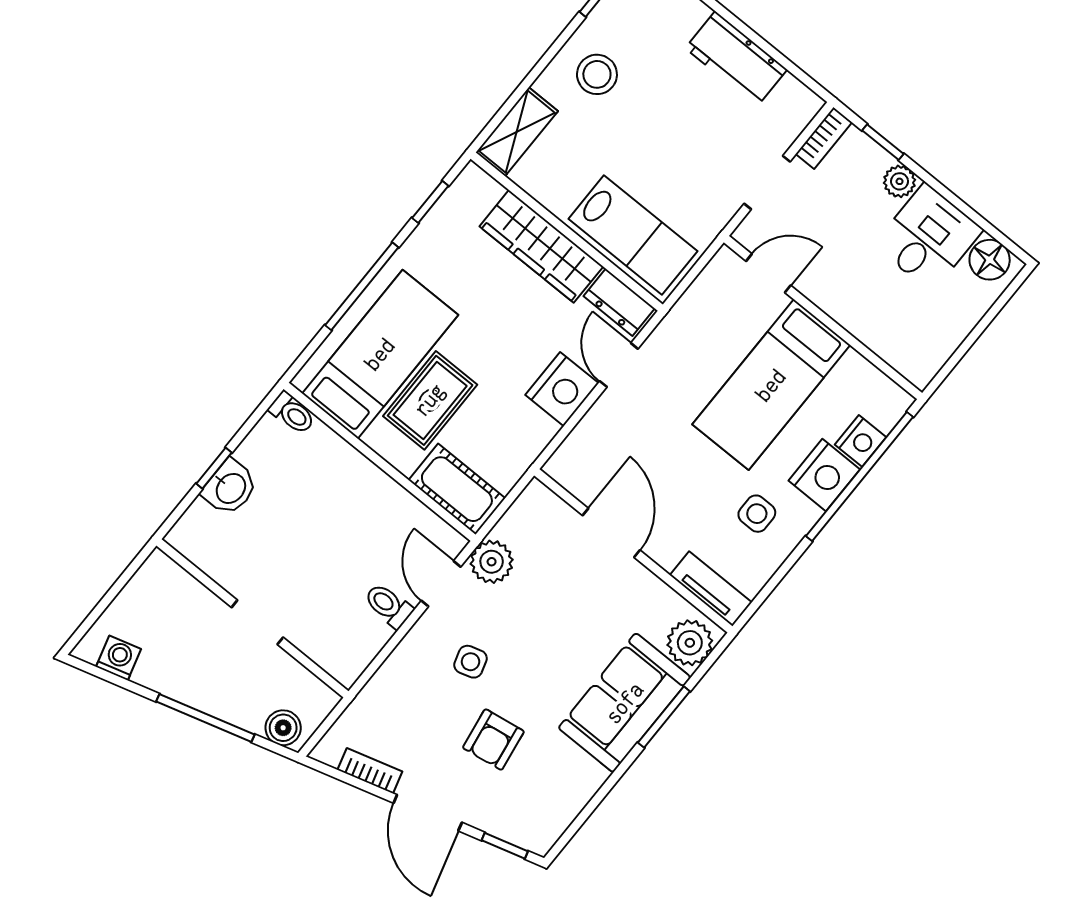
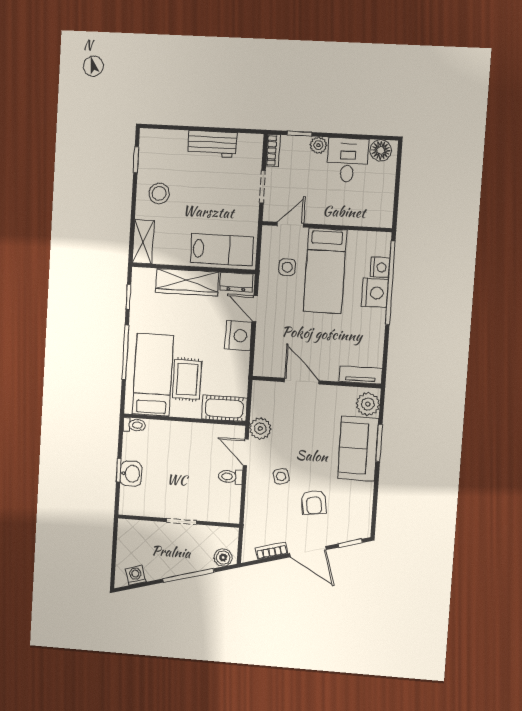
side table: (757, 514) -> (287, 267), moved

